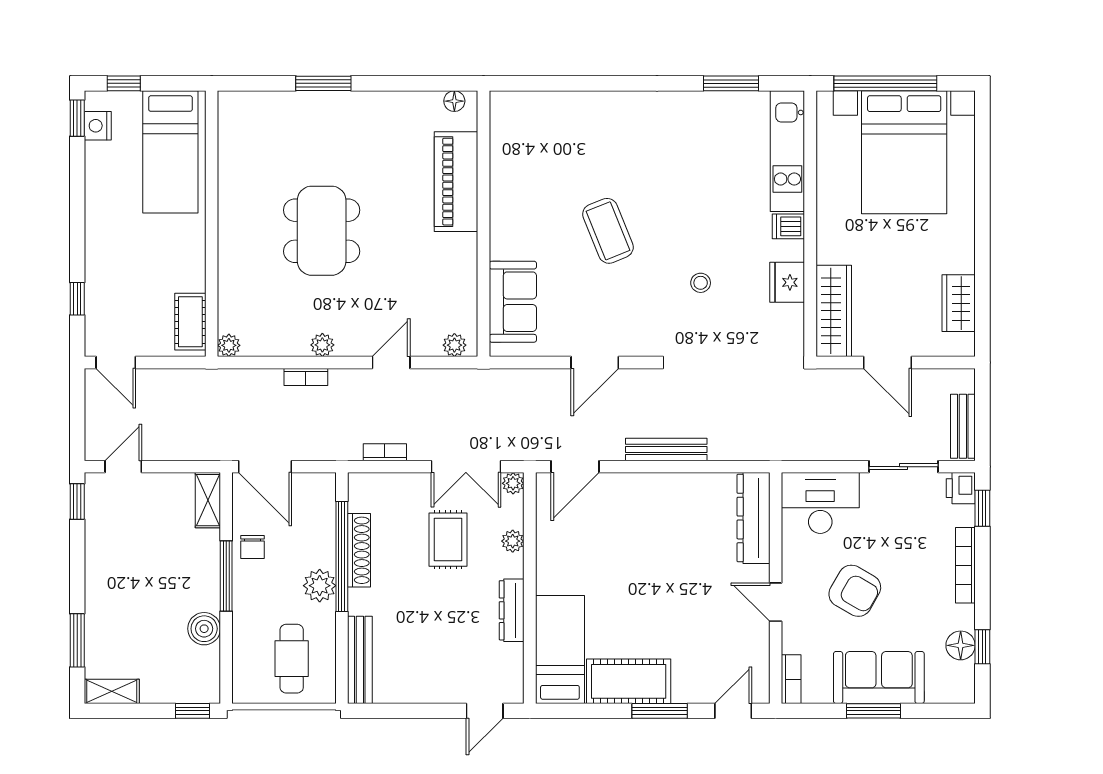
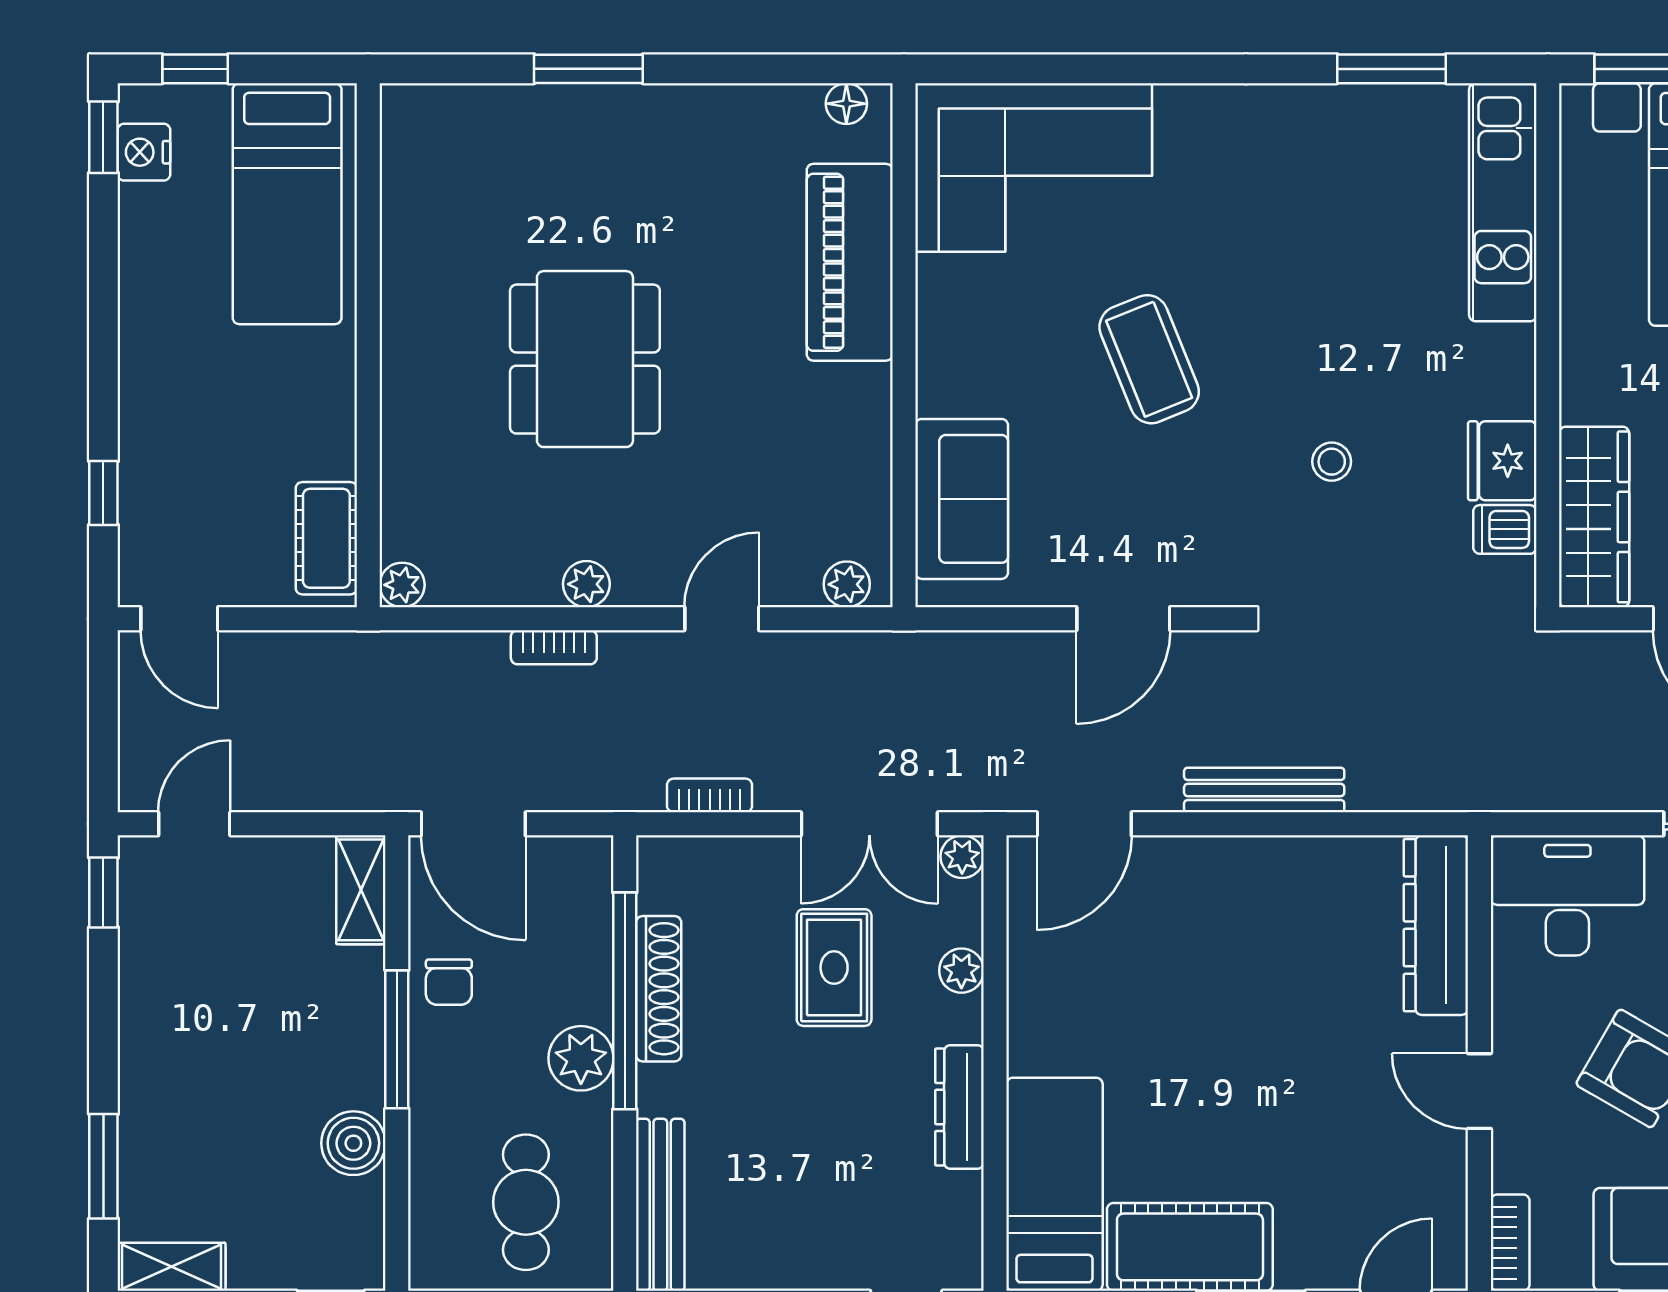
corner sofa: (549, 134) -> (1034, 167), added
dishwasher: (788, 226) -> (1505, 529), moved

